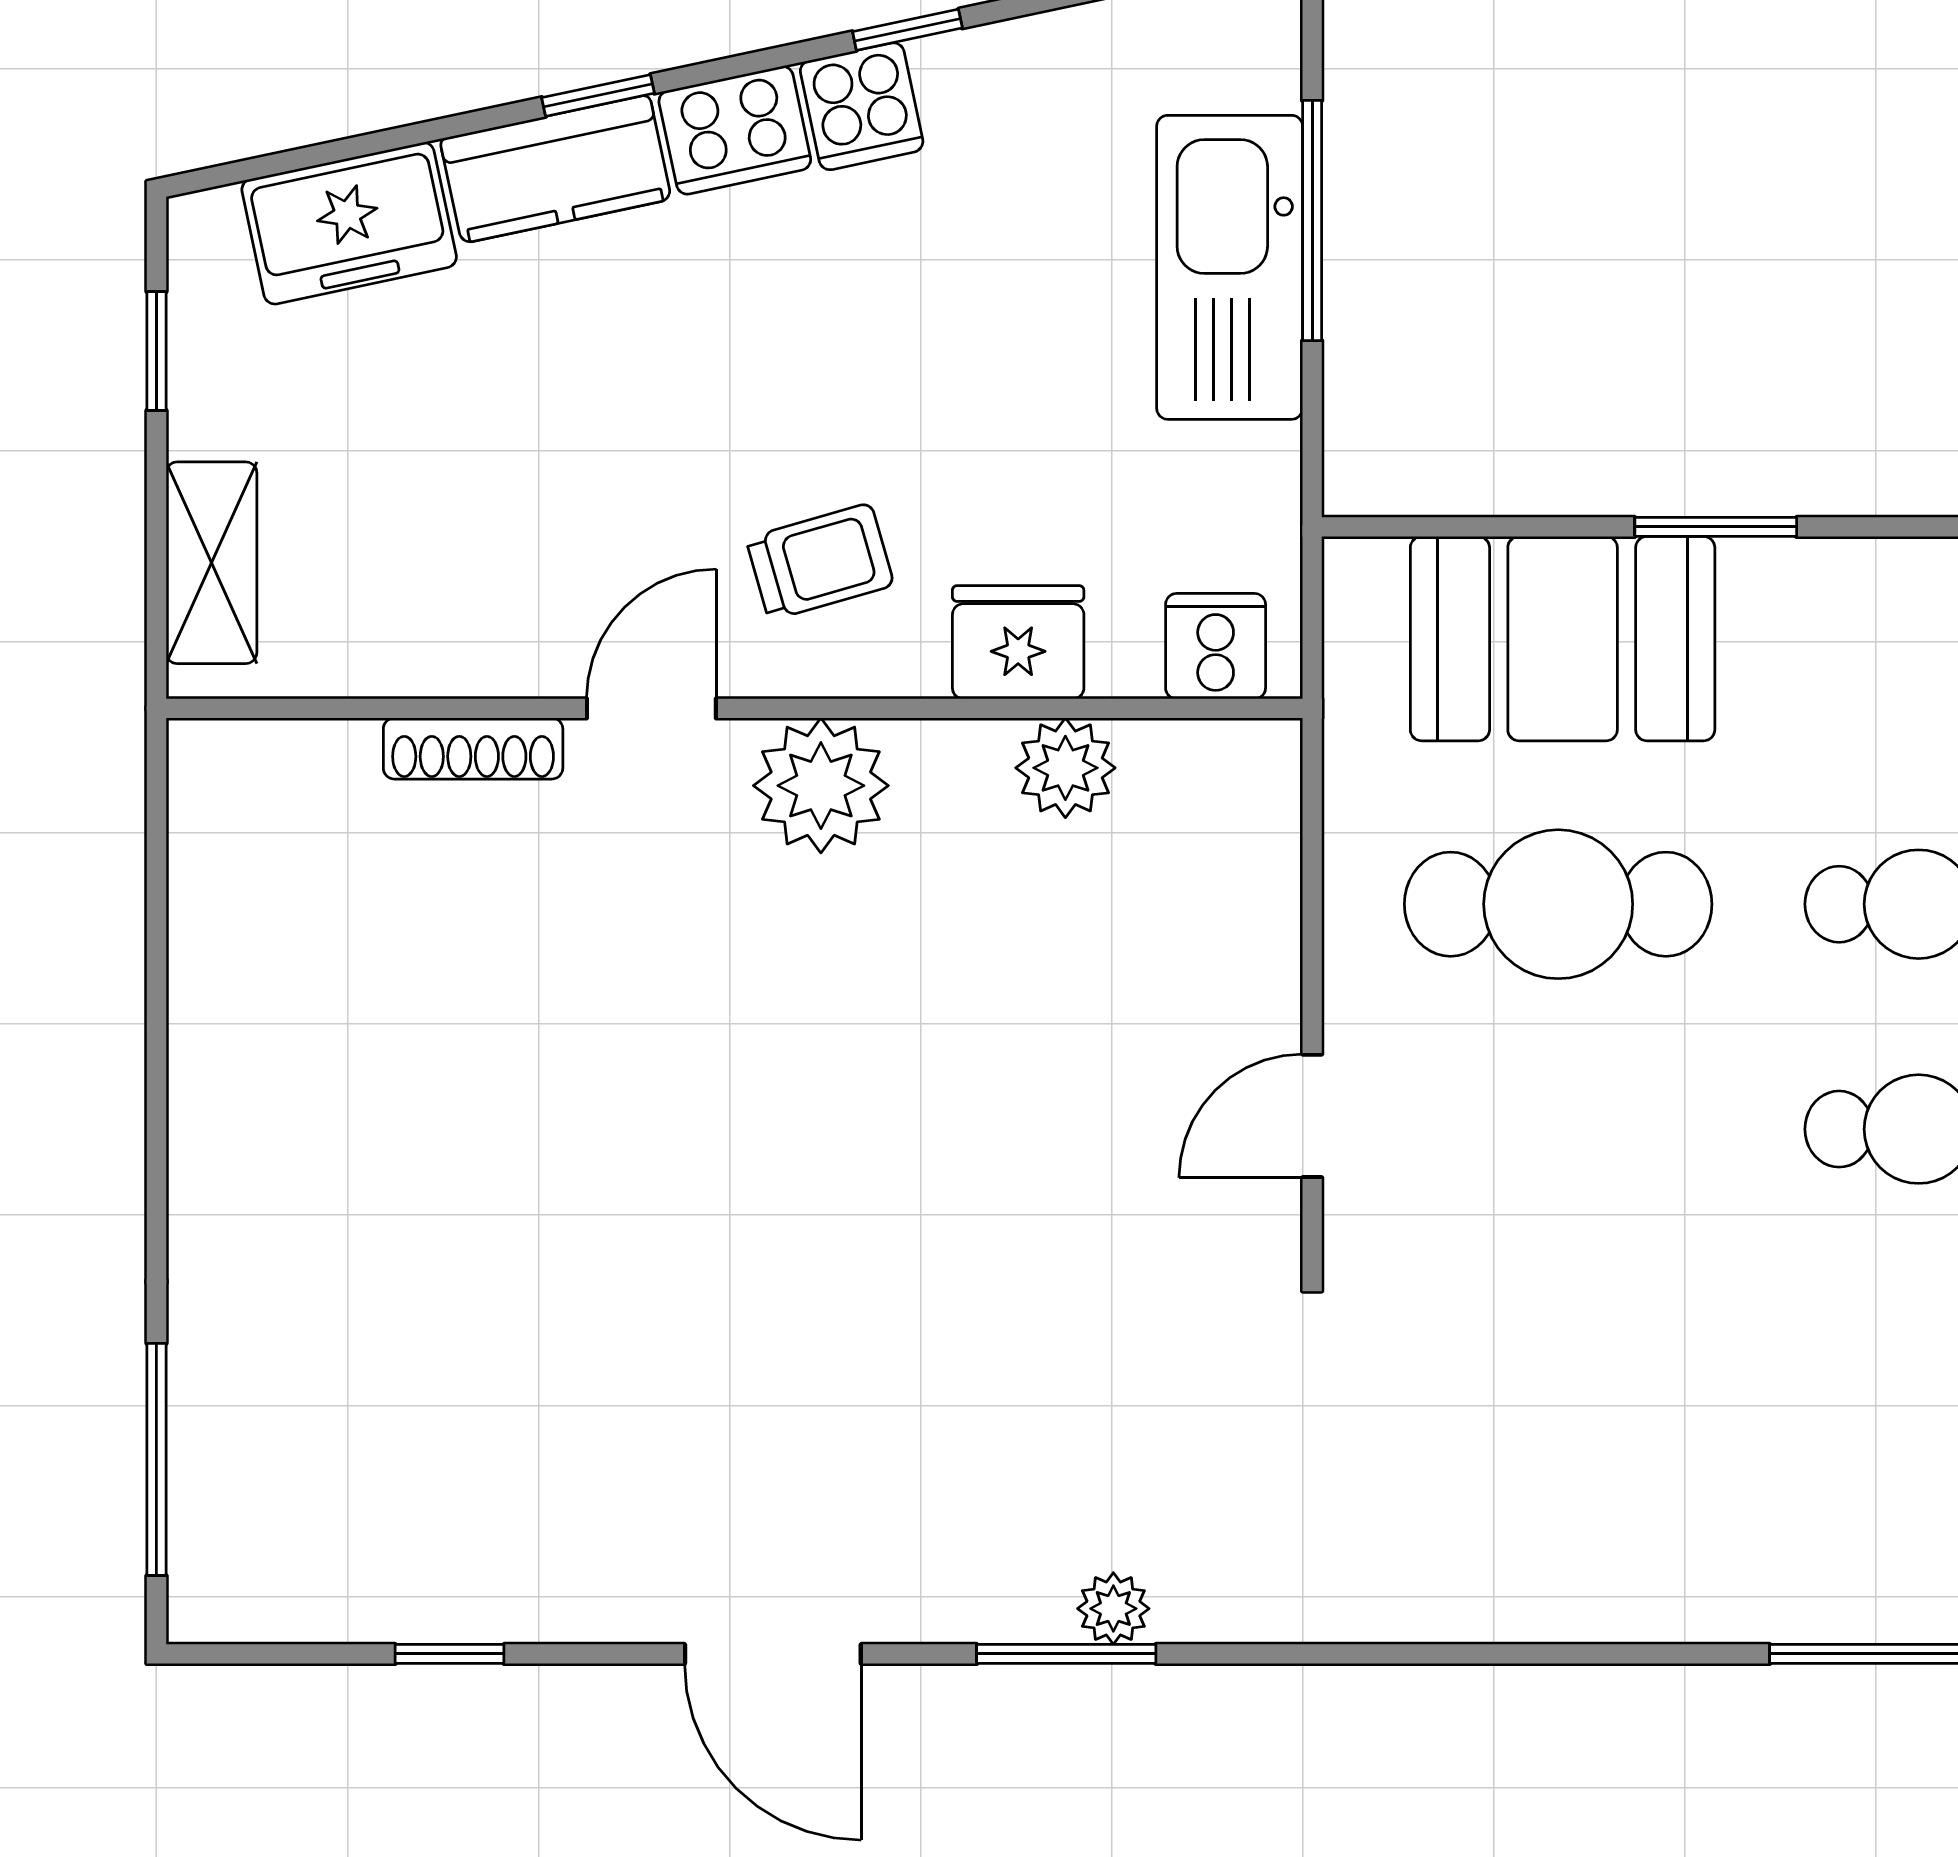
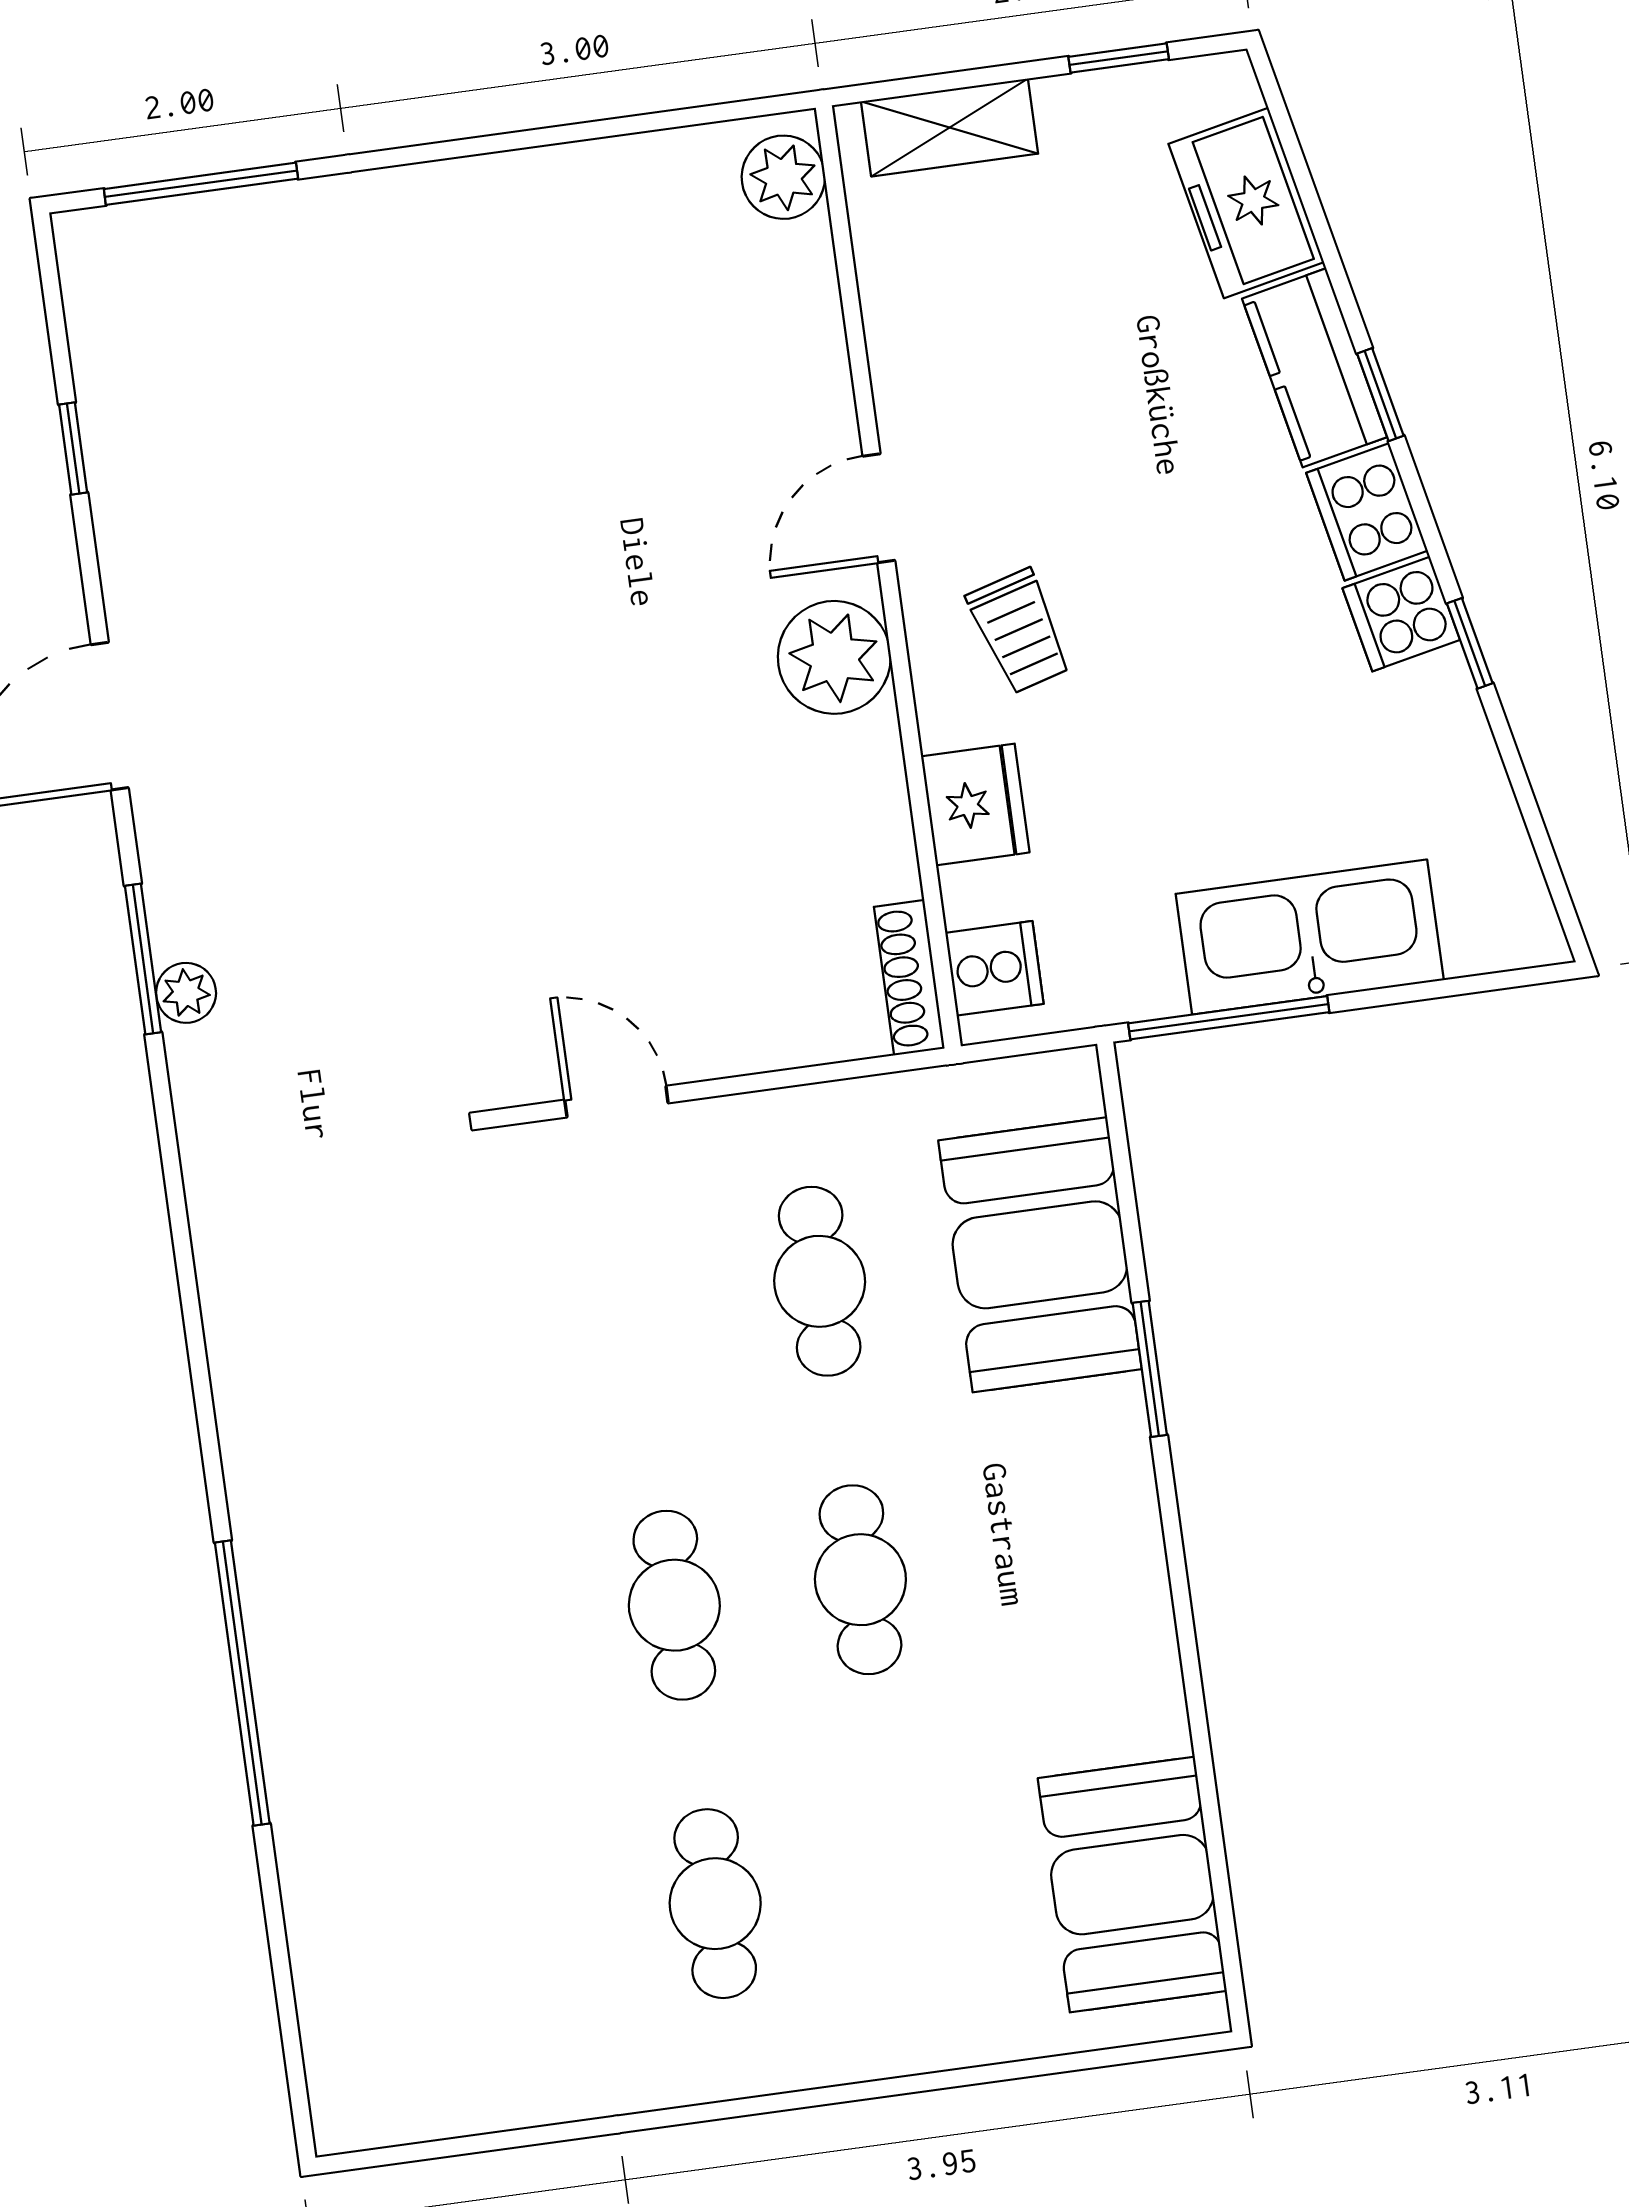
window: (1312, 221) -> (1229, 1018), moved
door: (651, 708) -> (879, 508), swing flipped
shoe rack: (473, 748) -> (909, 978), moved
plant: (1065, 768) -> (783, 177), moved
cafe table: (1558, 904) -> (820, 1281), width x0.73, depth x0.74

